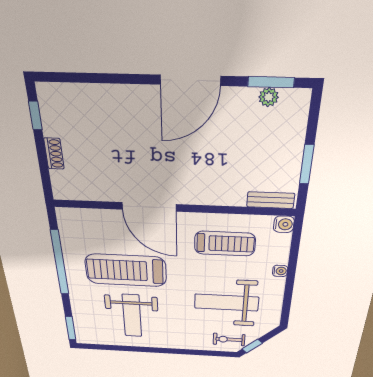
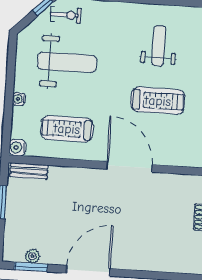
treadmill: (126, 270) -> (158, 101), width x0.73, depth x0.73
weight bench: (132, 316) -> (159, 46), width x0.73, depth x0.75

